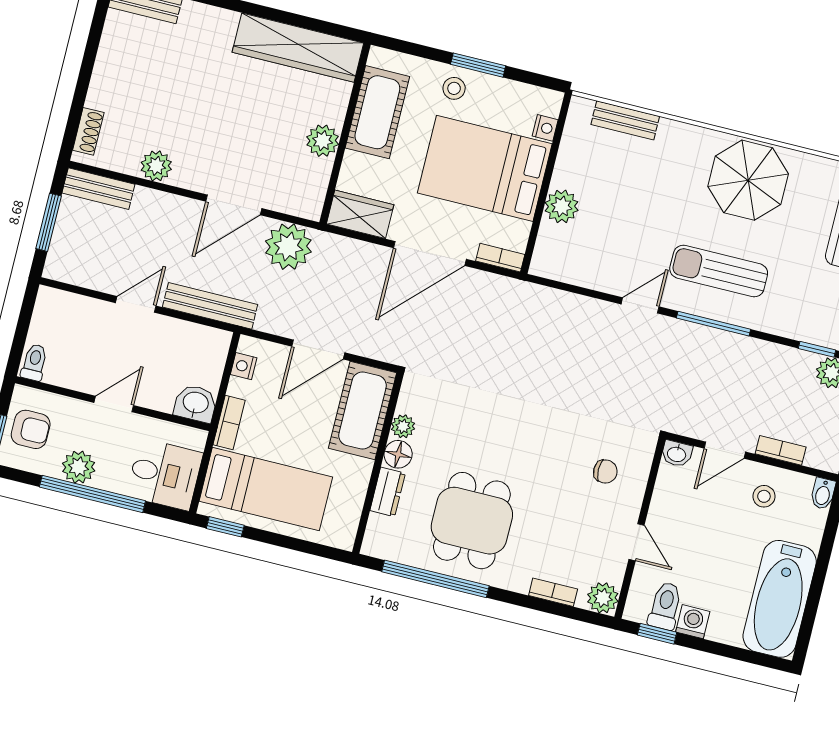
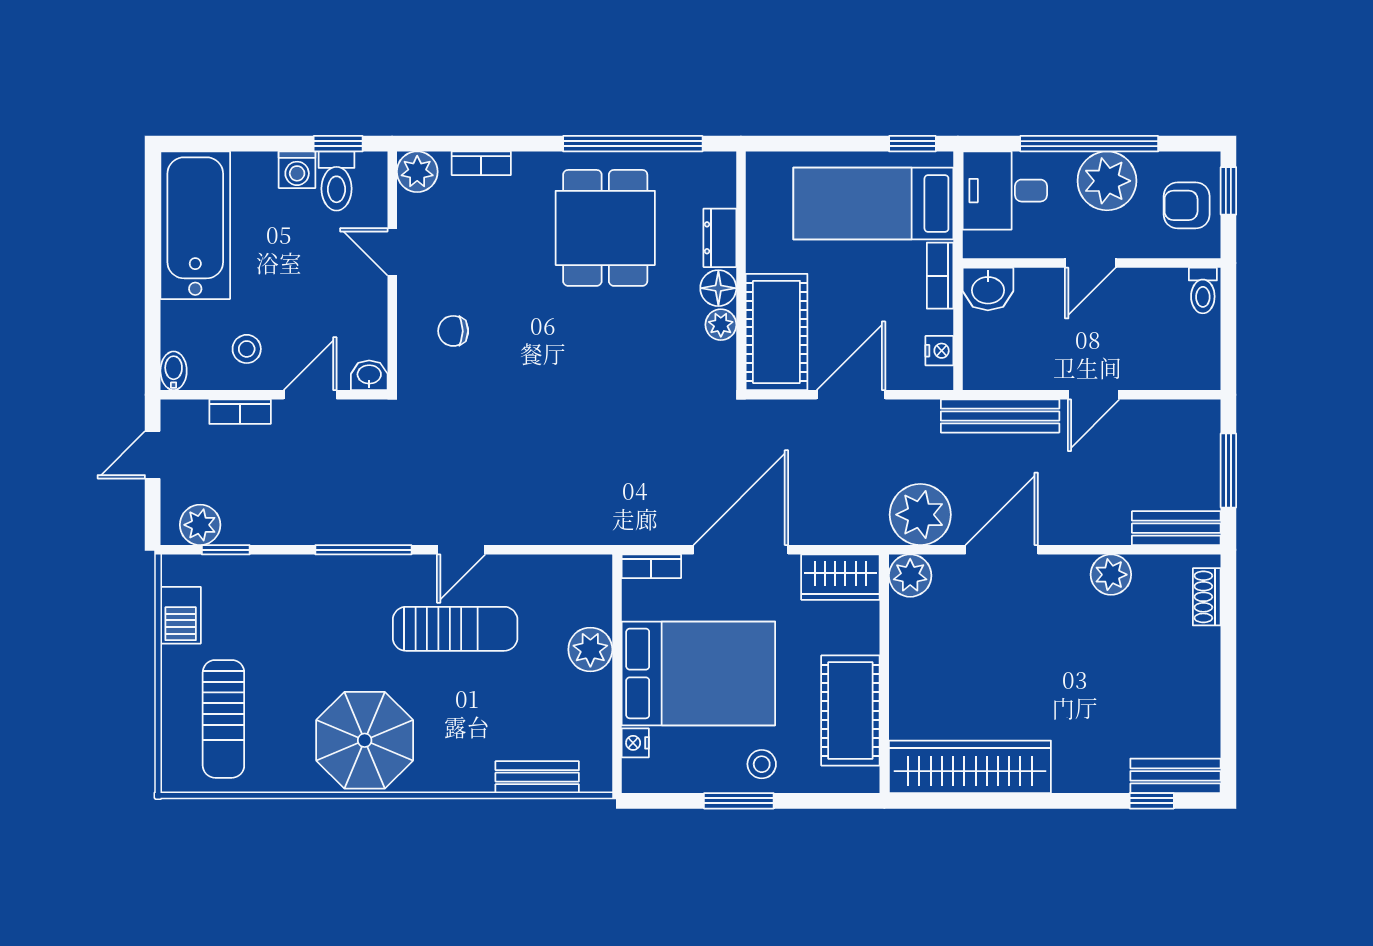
plant: (323, 141) -> (910, 576), moved
sun lounger: (719, 271) -> (455, 629), moved
plant: (79, 467) -> (1107, 181), width x1.36, depth x1.36

